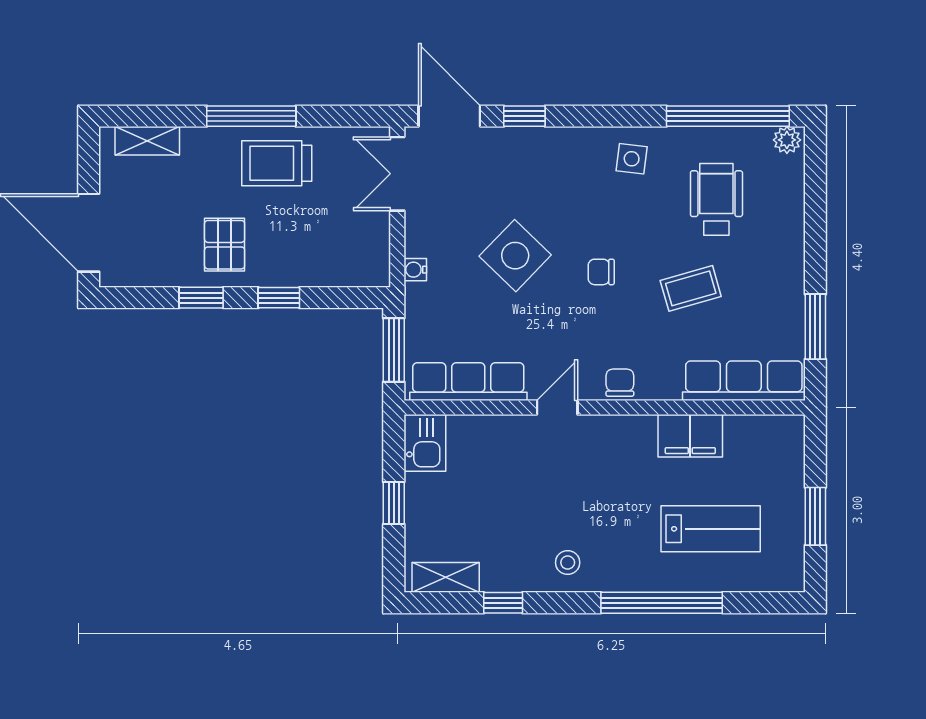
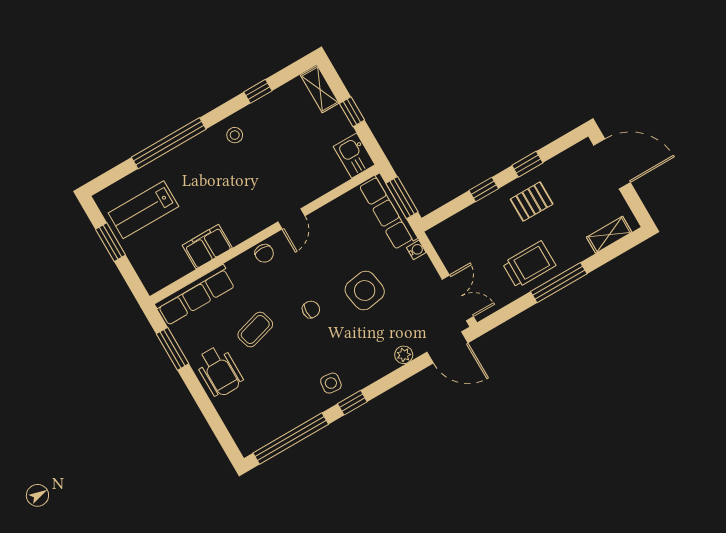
window: (524, 116) -> (352, 403), moved
plant: (787, 140) -> (404, 355), moved
wheelchair: (716, 199) -> (219, 371), moved
pallet: (225, 245) -> (532, 202), turned 90
side table: (515, 256) -> (365, 291), turned 37
row of seats: (468, 382) -> (388, 212), moved, turned 90
lab bench: (711, 529) -> (143, 210), moved
shelving: (446, 577) -> (320, 89), moved, turned 90

